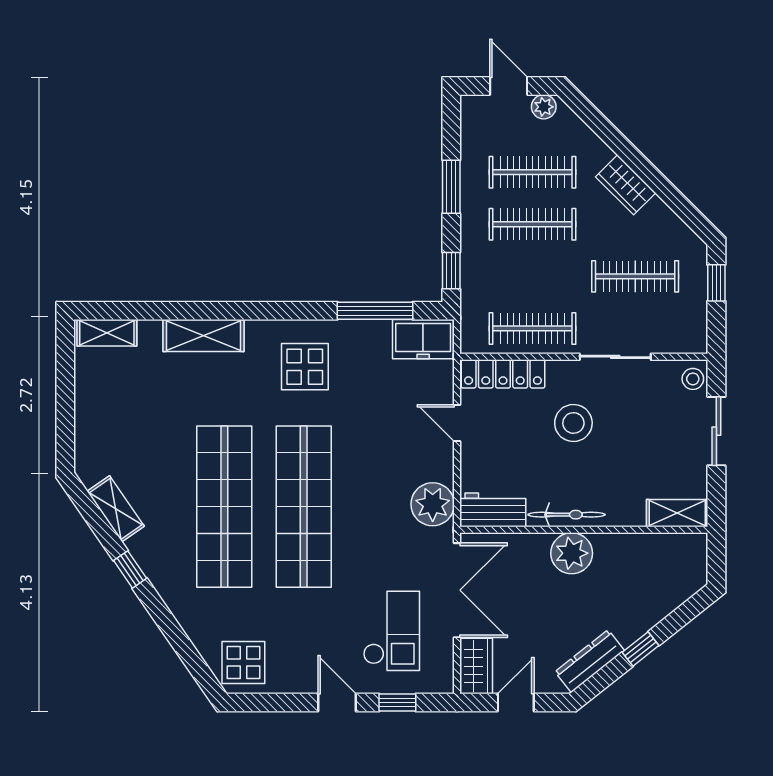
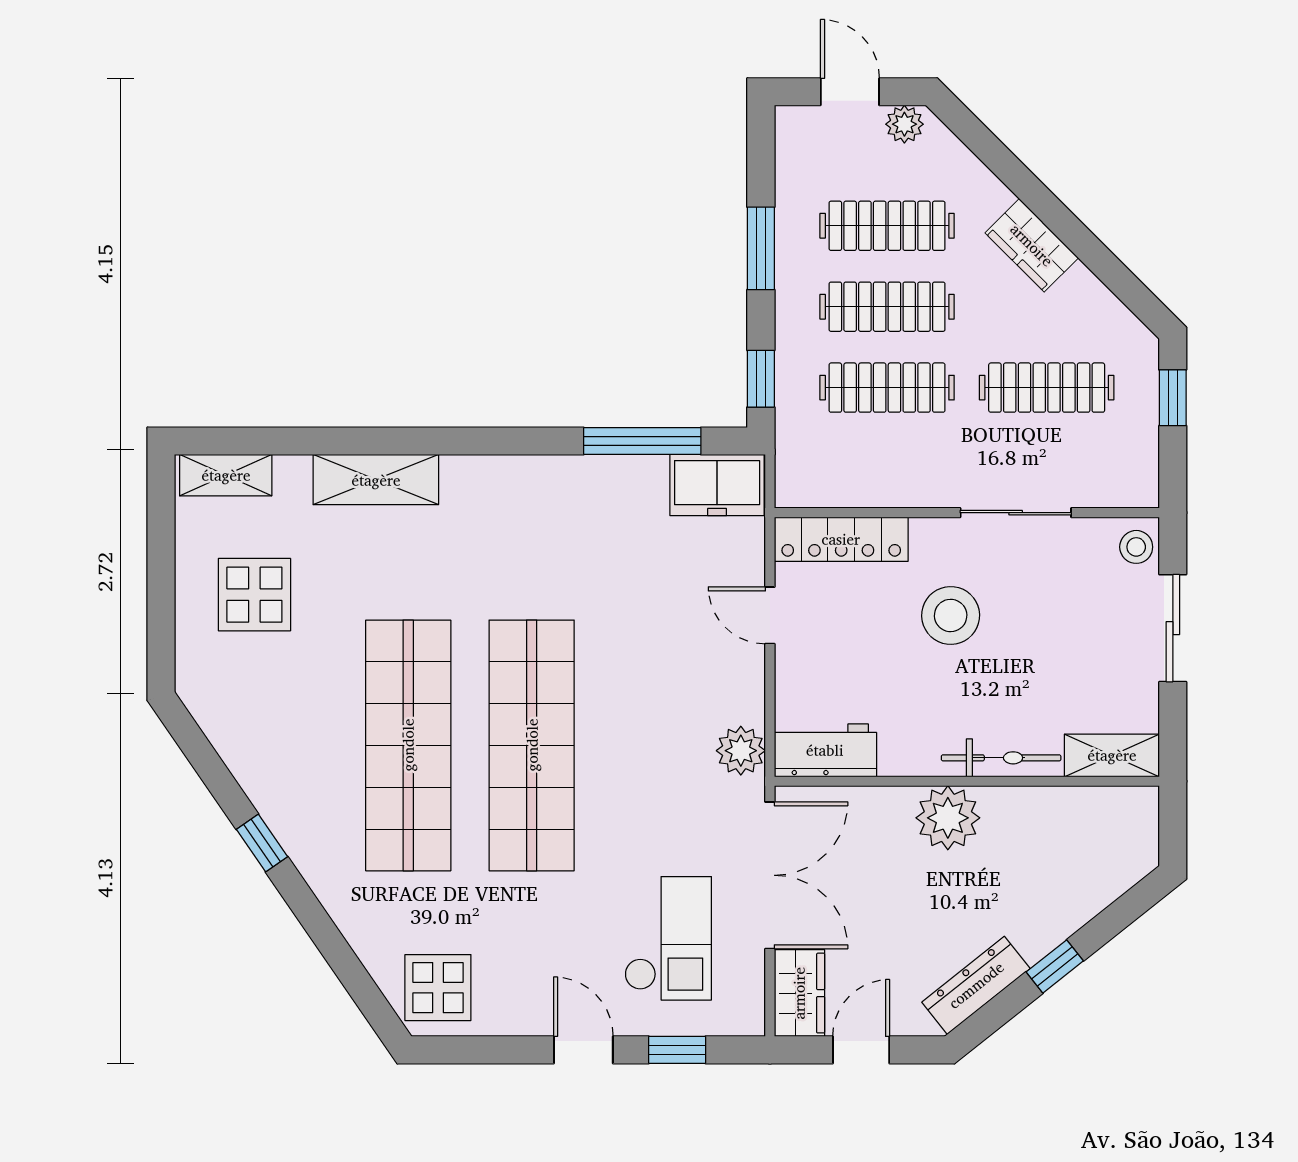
clothes rail: (532, 328) -> (887, 388), moved
display table: (305, 367) -> (254, 595), moved
plant: (433, 504) -> (741, 751), width x0.73, depth x0.73
shelving: (116, 509) -> (239, 749), removed
bicycle: (567, 515) -> (1001, 758), moved

